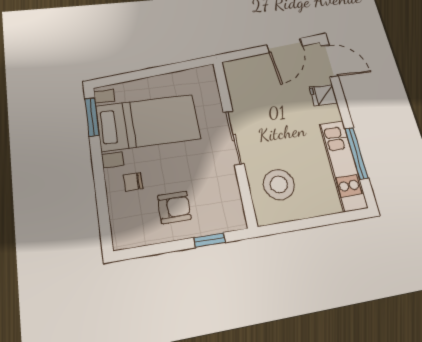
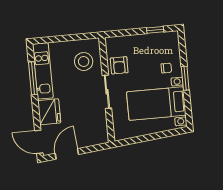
fridge: (323, 95) -> (49, 112), width x1.88, depth x1.34
window: (92, 117) -> (185, 78), moved
armchair: (174, 207) -> (119, 65), moved, turned -90
window: (210, 240) -> (155, 30), moved

